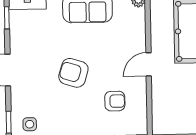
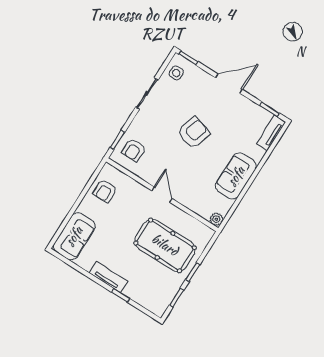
armchair: (115, 101) -> (134, 150), moved
armchair: (179, 118) -> (105, 191), added

